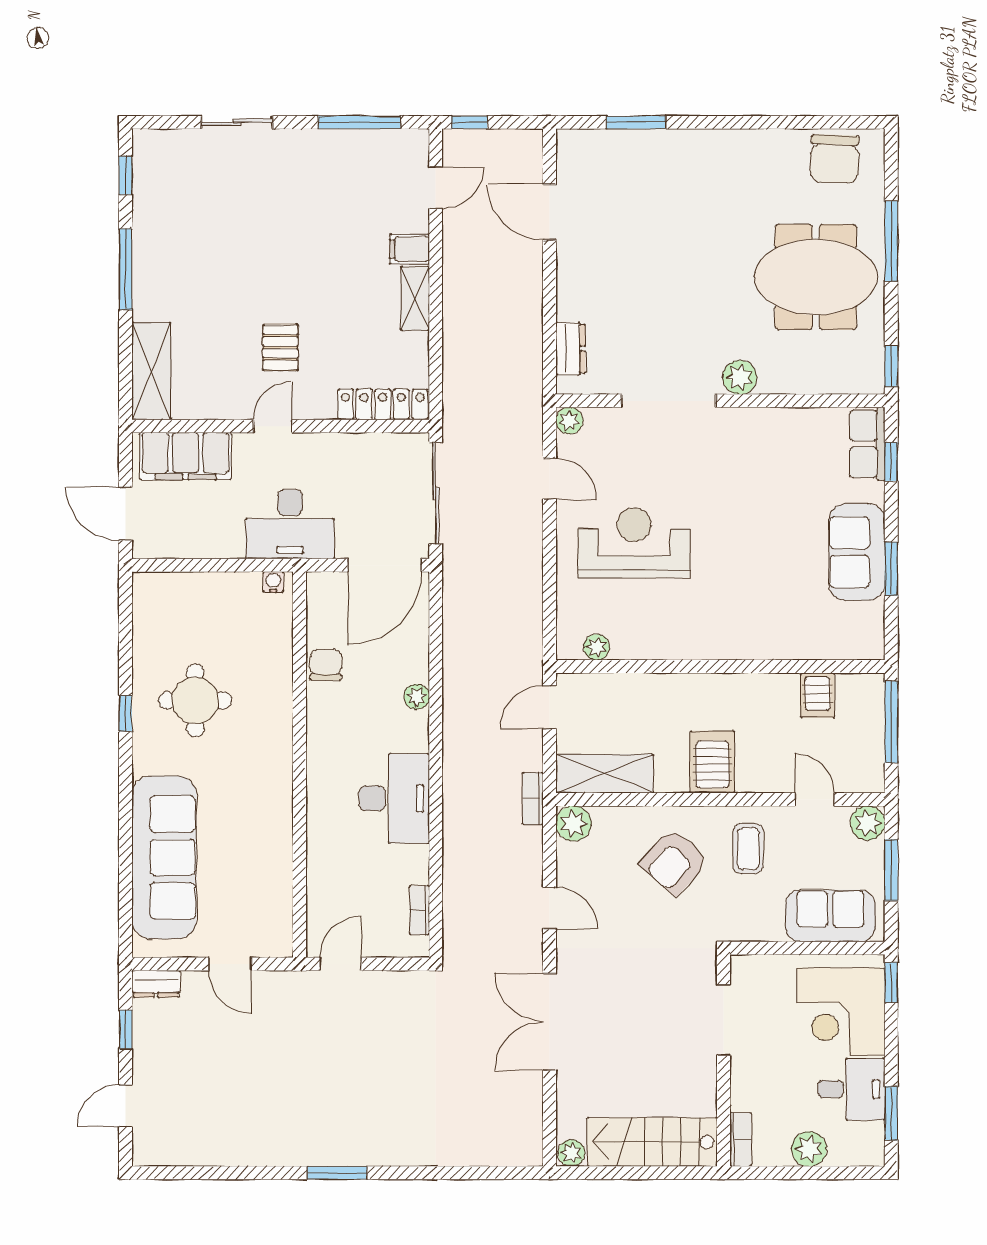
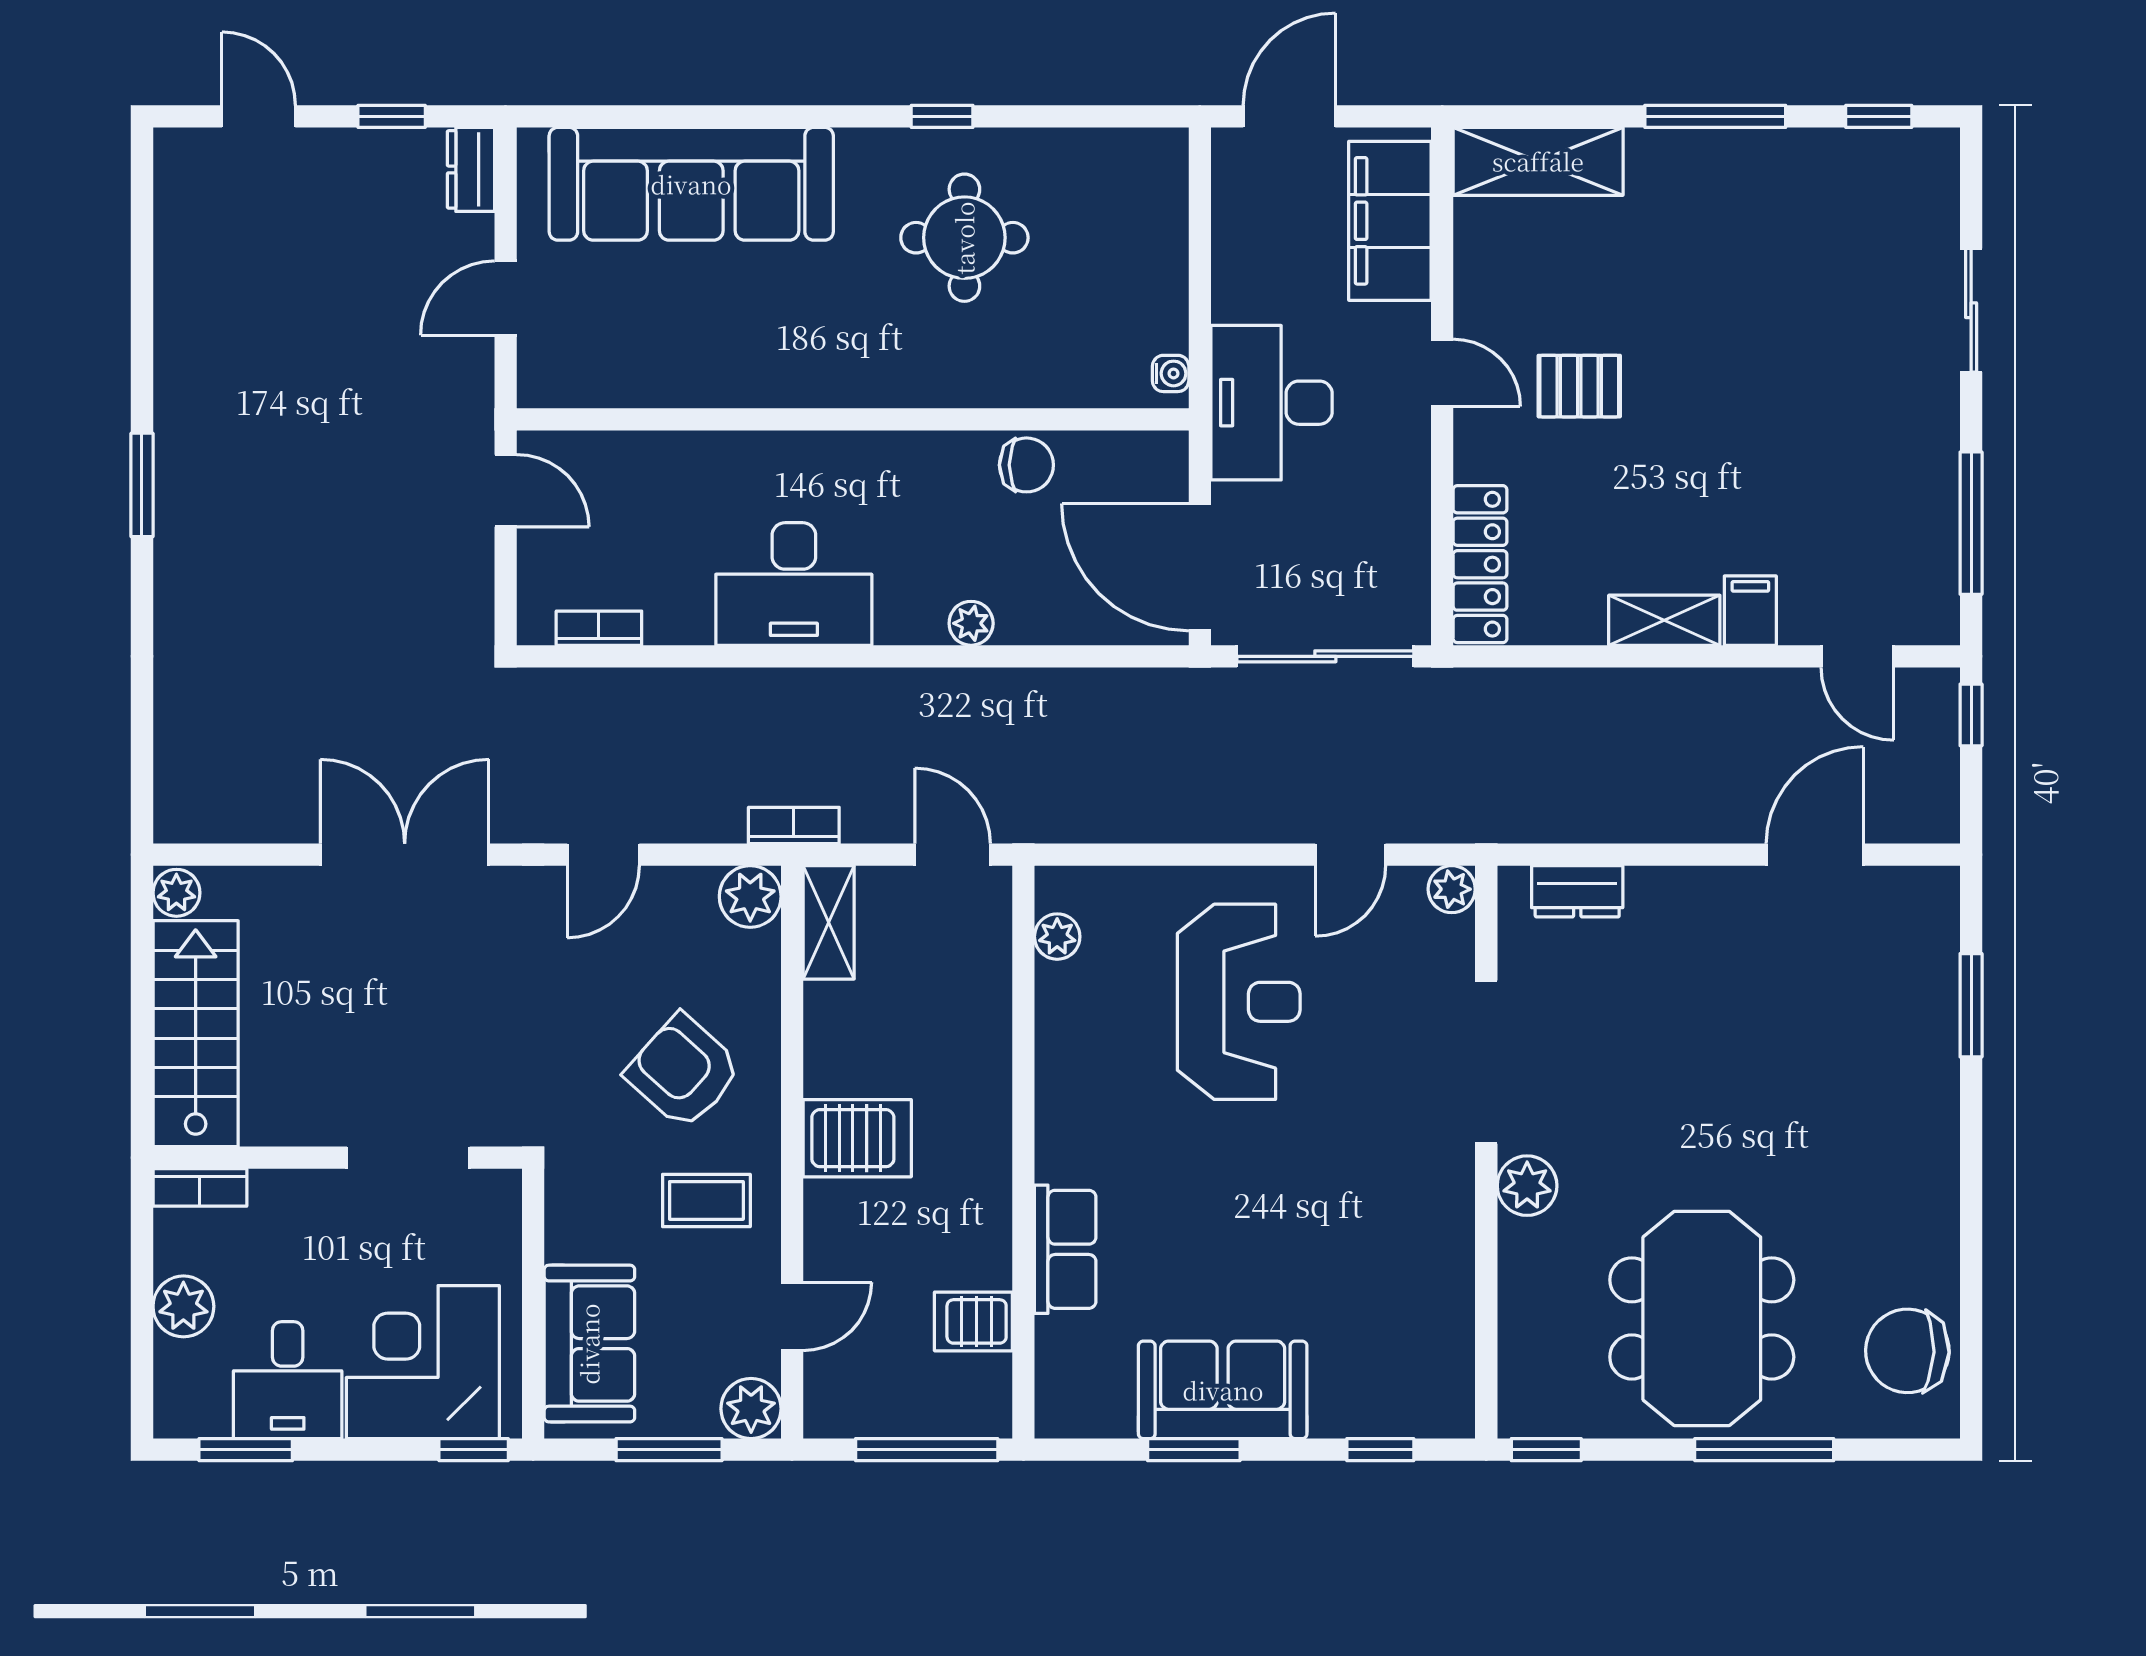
row of seats: (867, 444) -> (1065, 1249), moved, turned 90
shelving: (605, 774) -> (829, 922), width x0.67, depth x0.75

